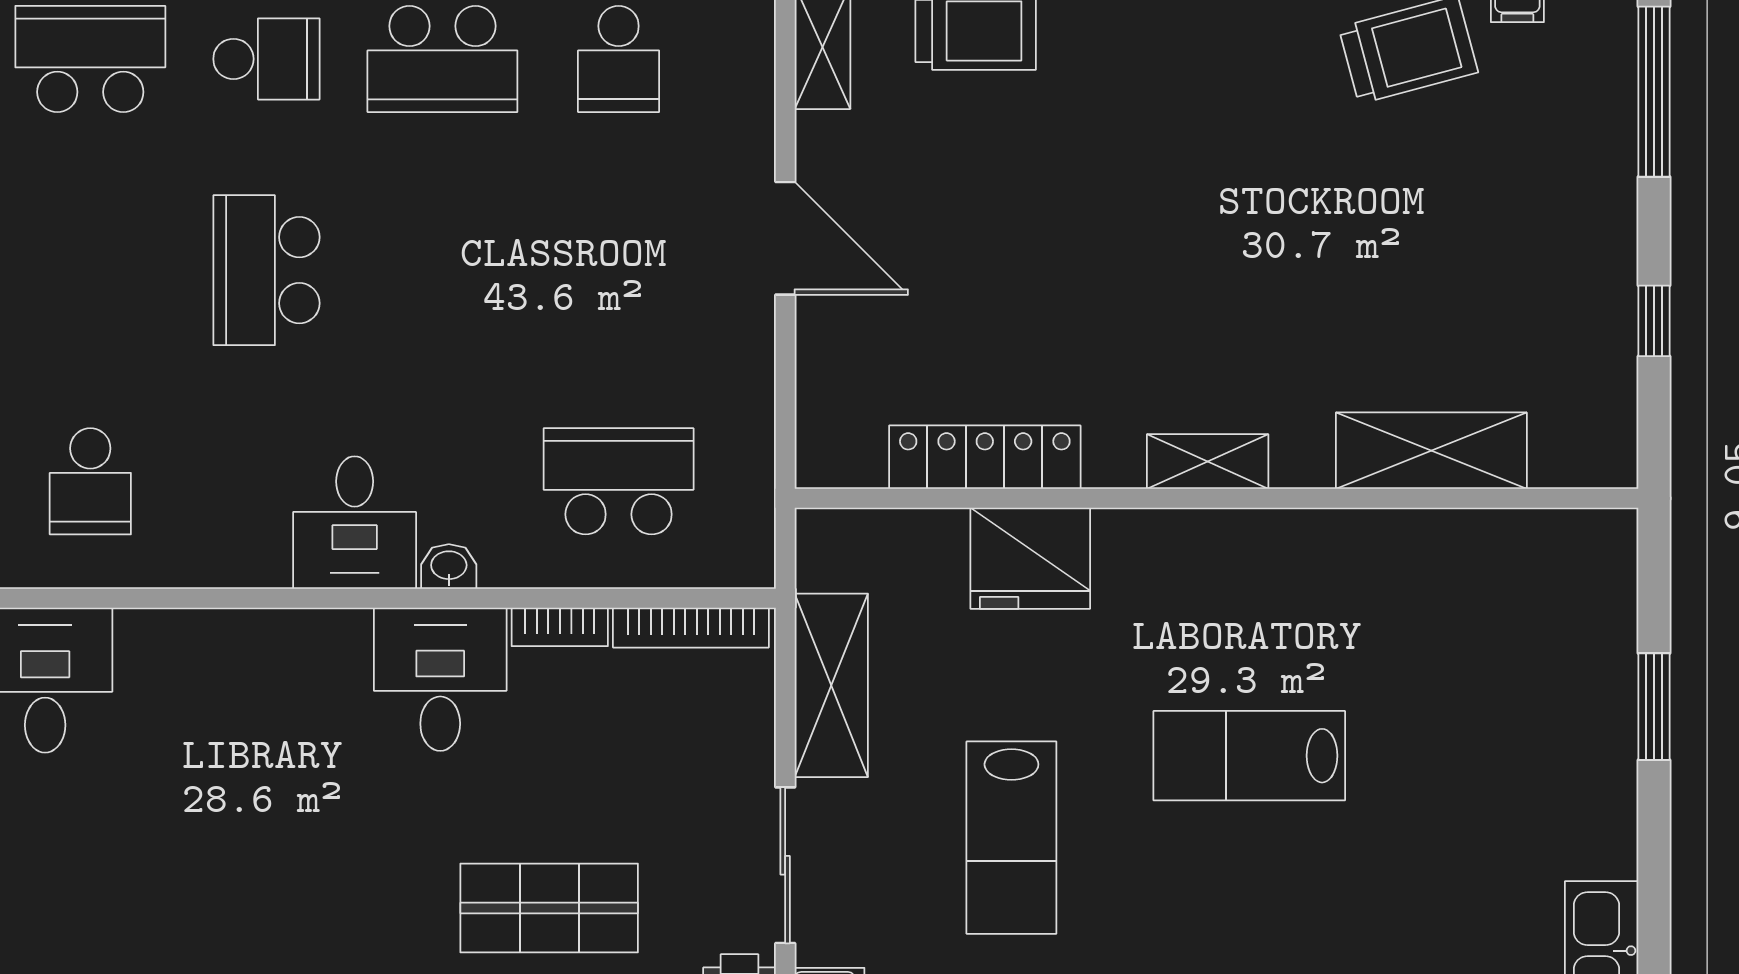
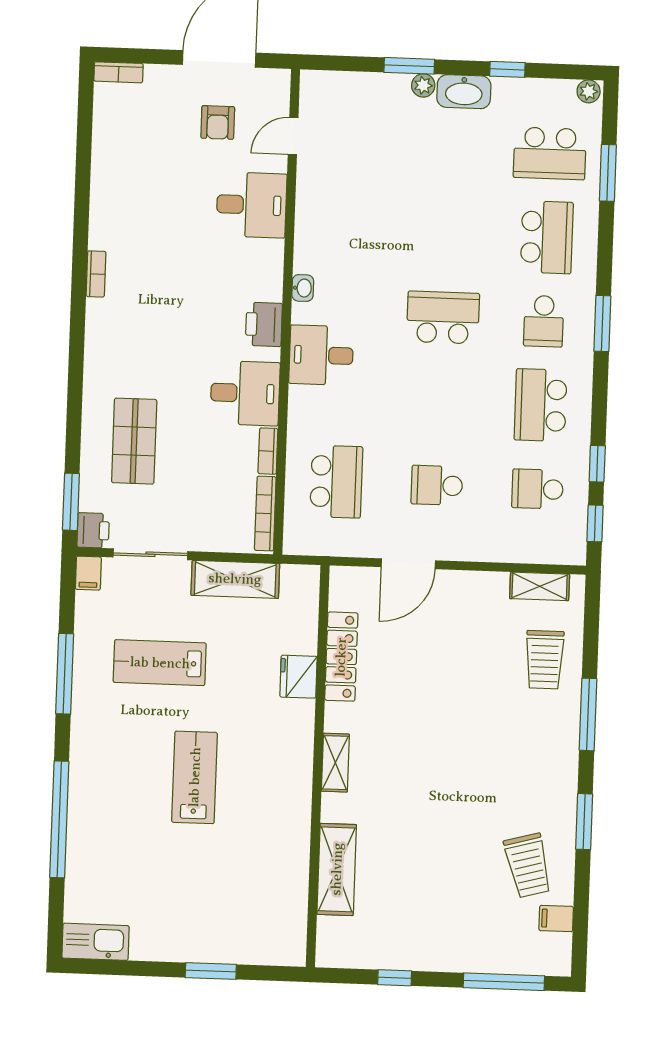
door: (785, 238) -> (408, 564), moved
school desk: (90, 481) -> (437, 485), moved
fridge: (1030, 558) -> (298, 677), width x0.73, depth x0.75
washbasin: (449, 567) -> (303, 288), moved
printer: (295, 645) -> (264, 324), added

